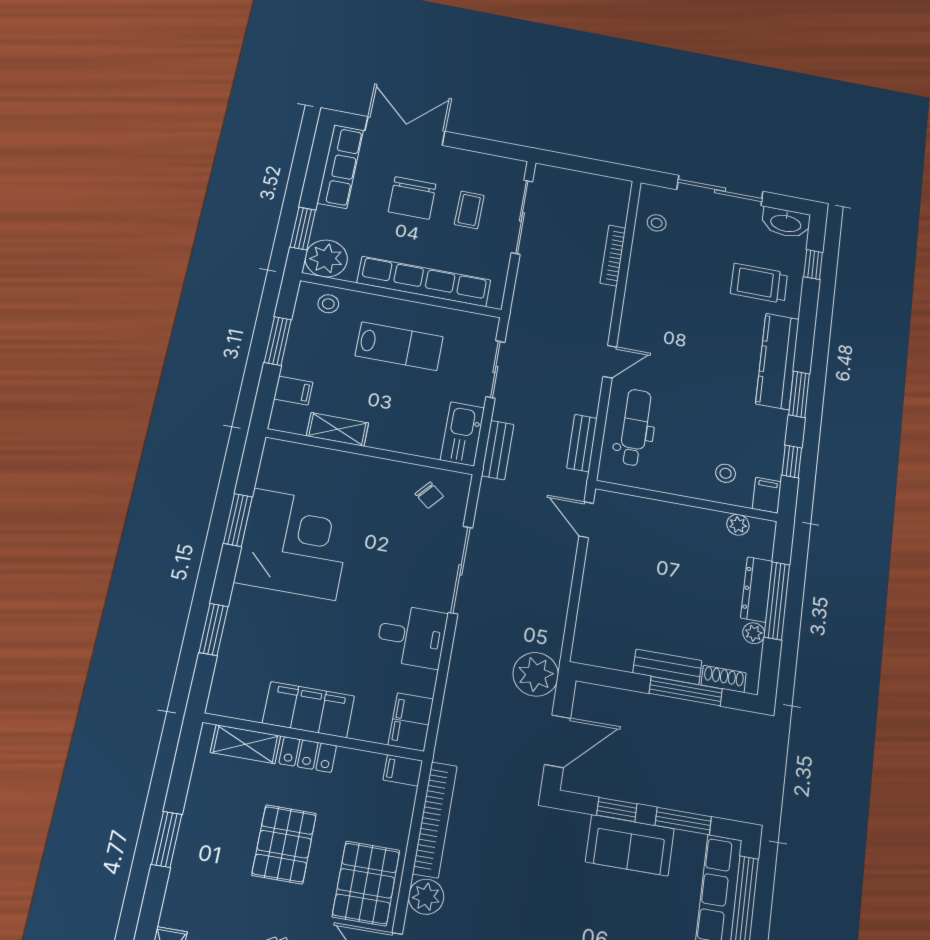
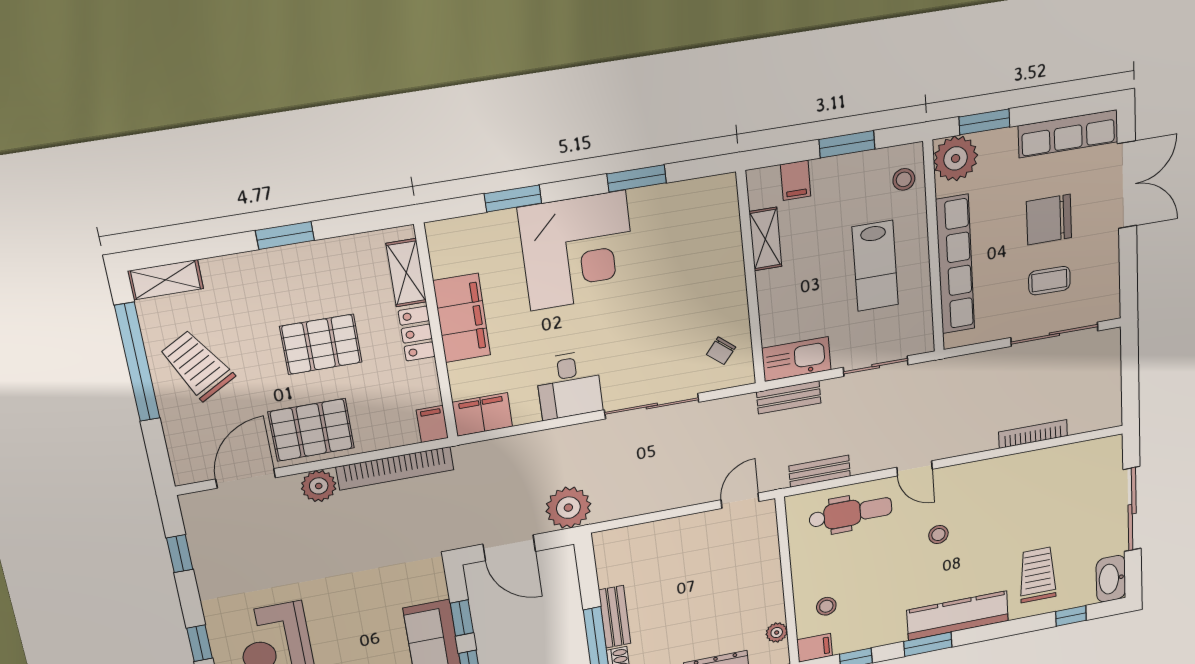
stool: (657, 223) -> (938, 534), moved
corner desk: (294, 544) -> (578, 251), moved

